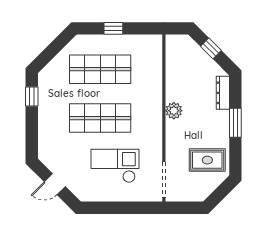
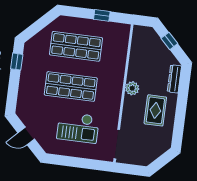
window: (113, 28) -> (102, 15), moved
window: (235, 123) -> (182, 105), removed
rug: (207, 160) -> (155, 110), moved, turned 90
checkout: (115, 166) -> (78, 127), turned 180

